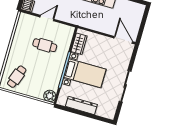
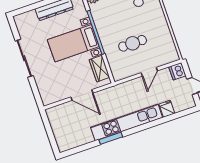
door: (123, 40) -> (82, 95), moved

